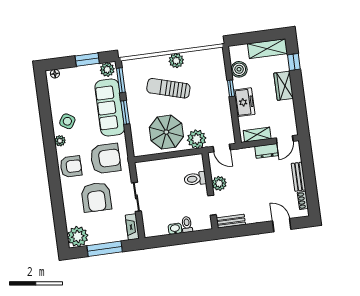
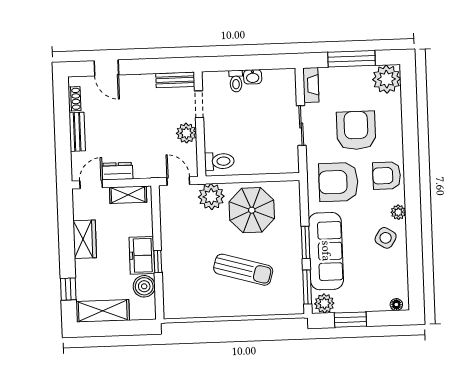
plant: (176, 61) -> (229, 307), removed
wardrobe: (284, 86) -> (85, 239), moved
freezer: (244, 102) -> (142, 255), moved
toilet: (195, 179) -> (219, 161), moved

